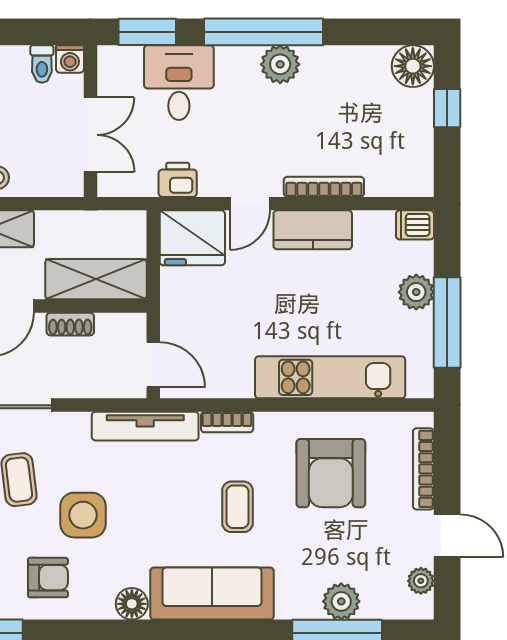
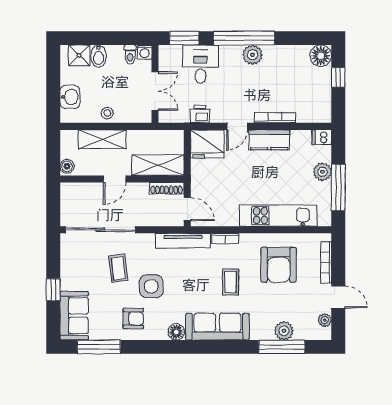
shoe rack: (70, 324) -> (167, 188), moved, width x1.43

